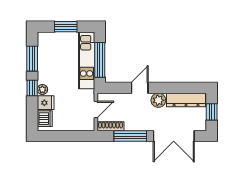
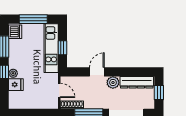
window: (66, 27) -> (33, 19), width x1.44
window: (100, 60) -> (62, 48), width x0.46
door: (96, 109) -> (59, 90), hinge flipped
dishwasher: (45, 119) -> (15, 32), moved

